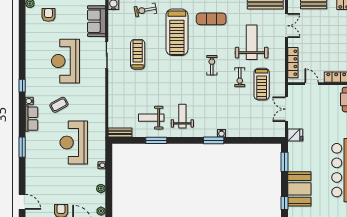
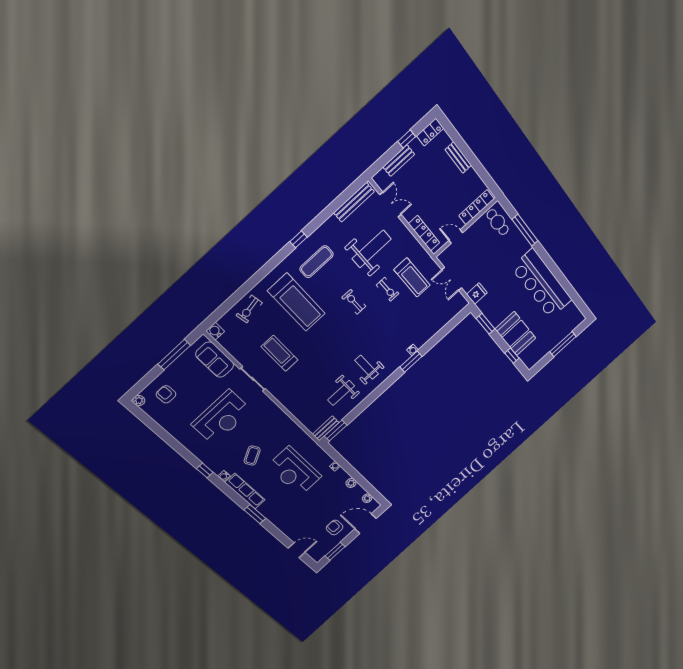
weight bench: (252, 42) -> (372, 249), turned 90
reception desk: (65, 61) -> (222, 417), turned -90
row of seats: (32, 119) -> (245, 491), width x1.48
window: (156, 140) -> (336, 431), moved

